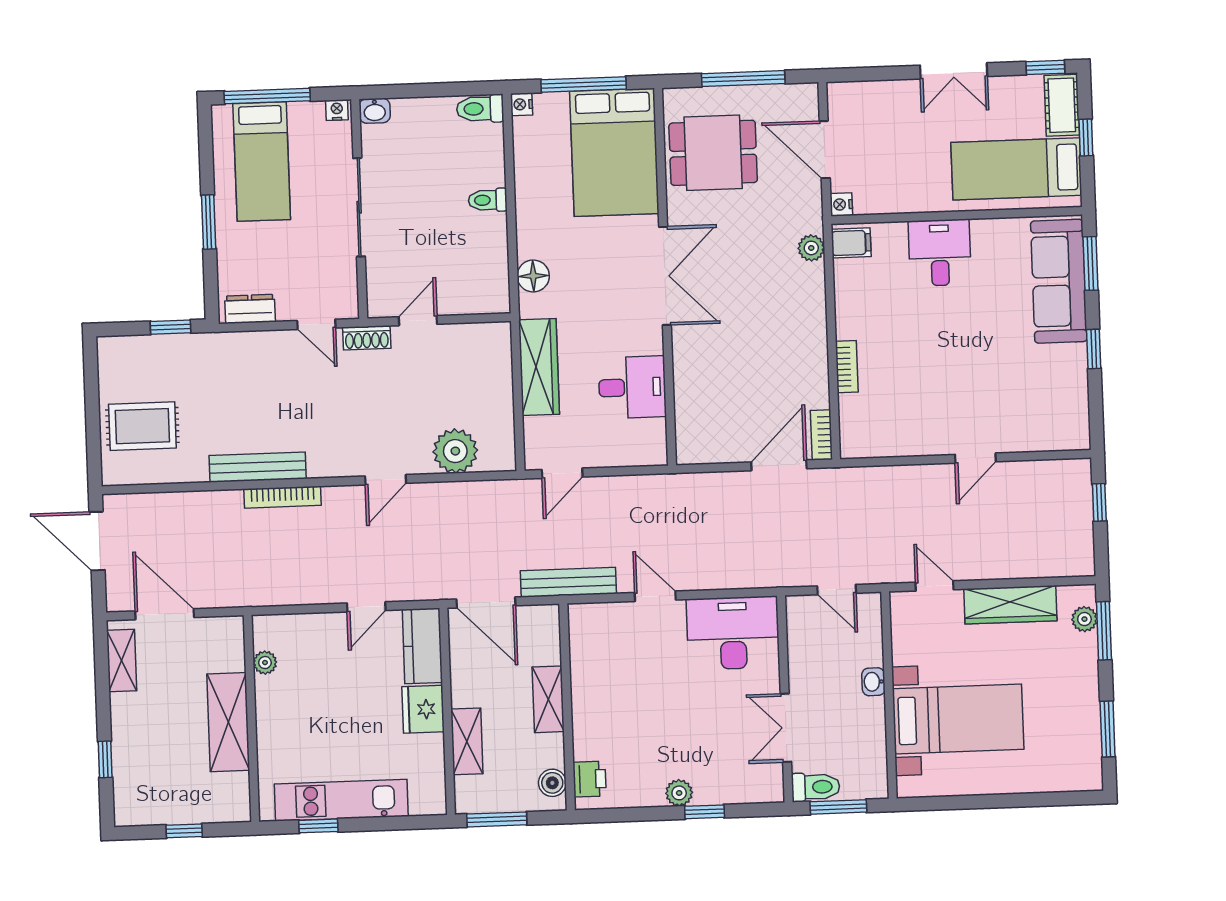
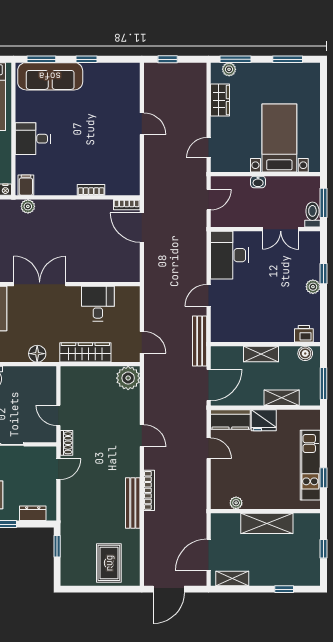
dresser: (250, 309) -> (33, 513), moved, turned 90
plant: (455, 451) -> (128, 378), moved
wardrobe: (1010, 605) -> (220, 100), width x0.67

